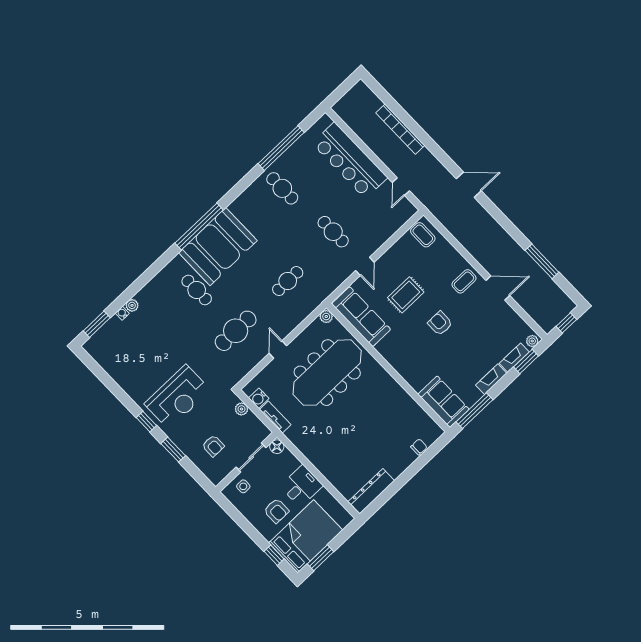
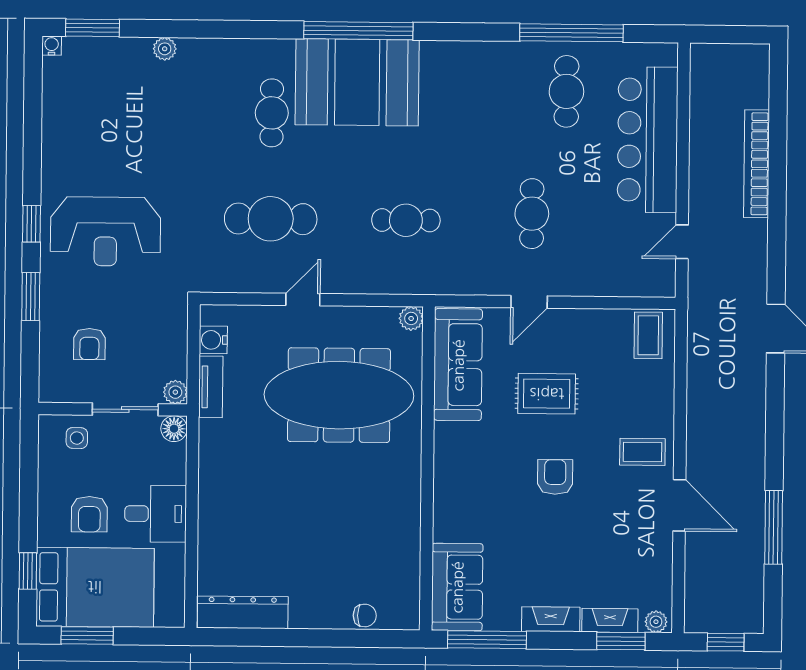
cafe table: (282, 188) -> (566, 91), moved
water cooler: (122, 313) -> (52, 46), moved
plant: (242, 409) -> (175, 392), moved

